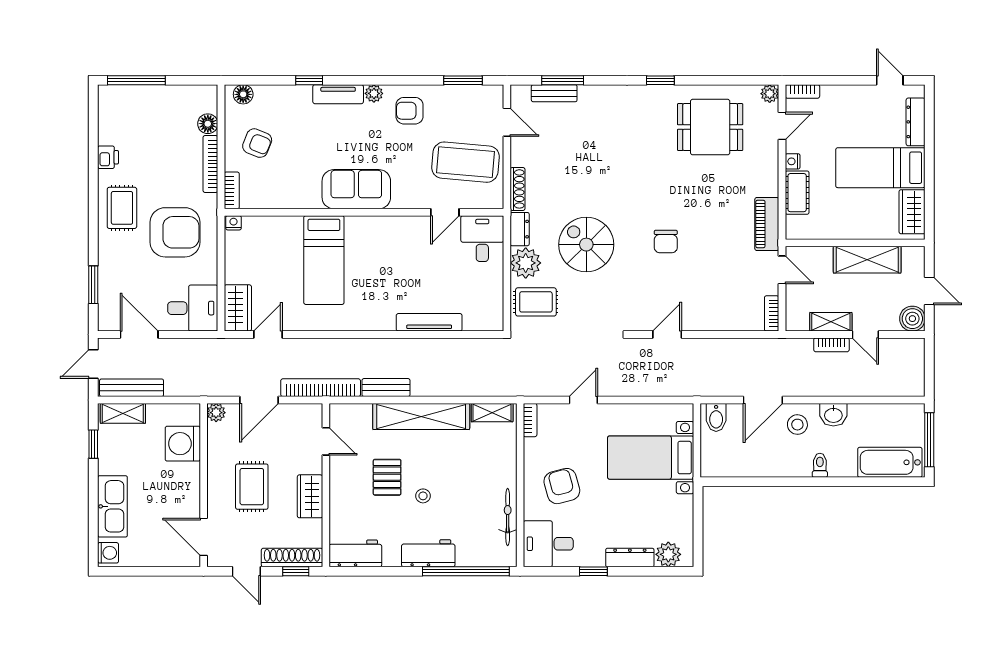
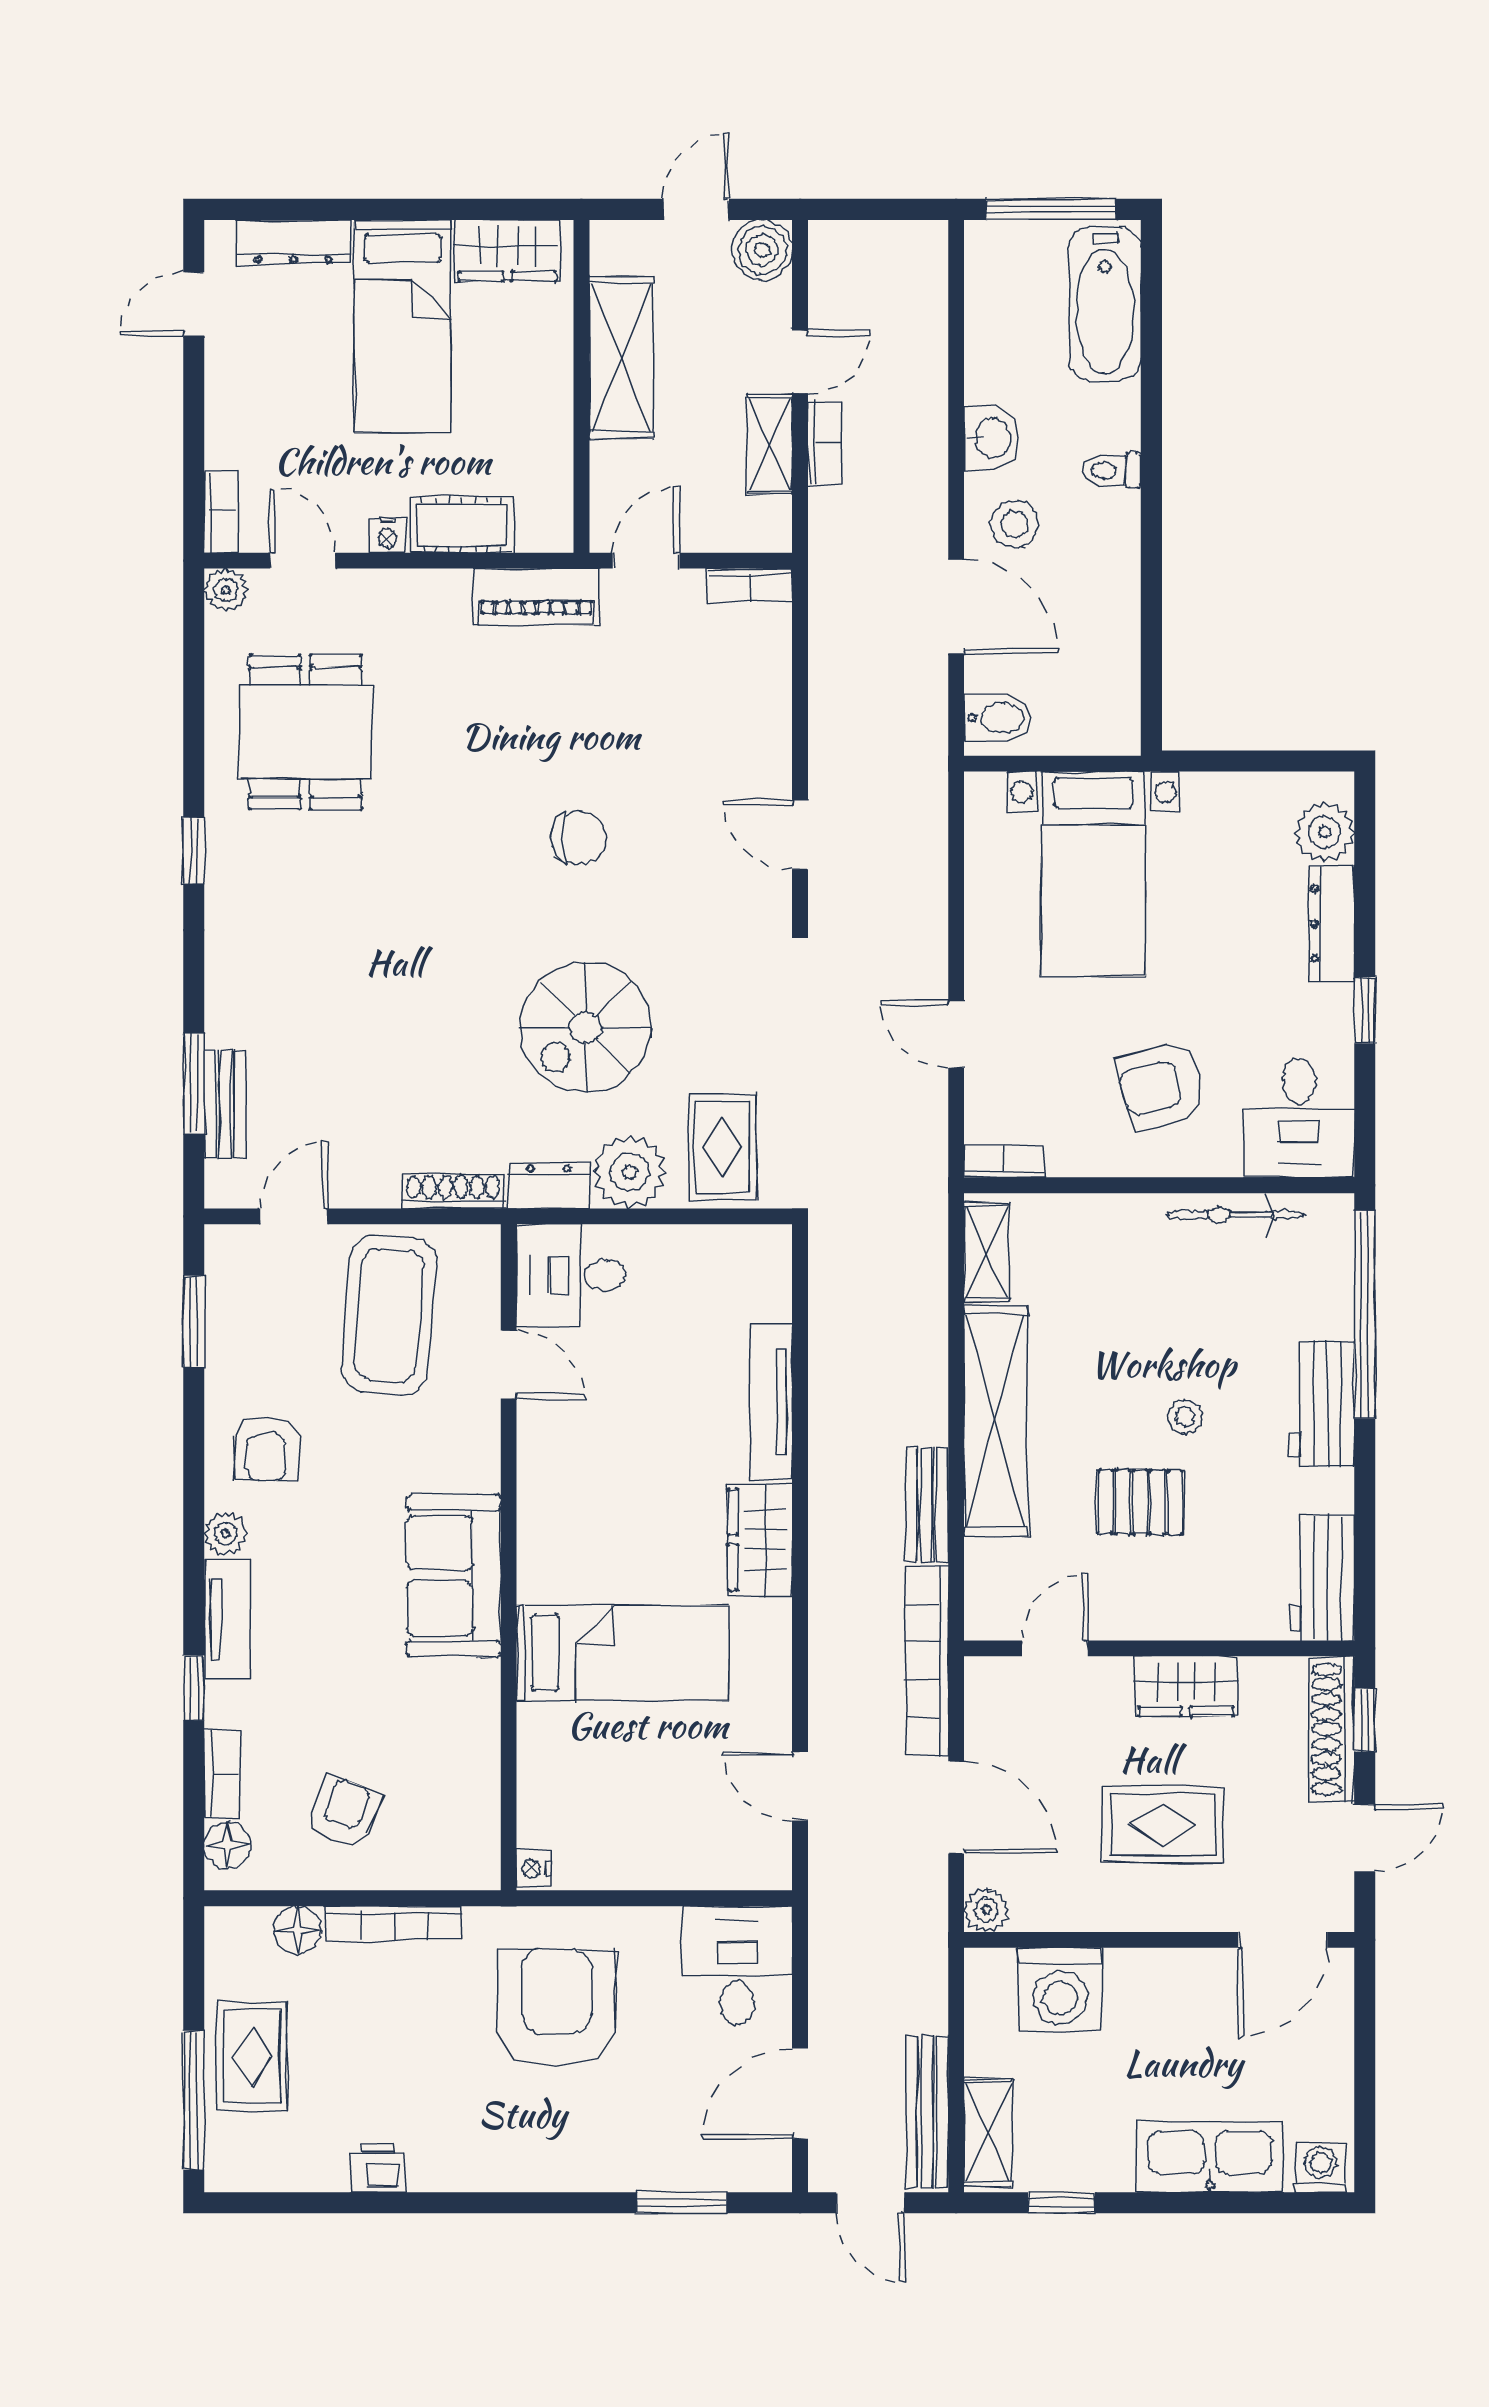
bookcase: (232, 190) -> (222, 1774), moved, turned 90
rug: (122, 208) -> (252, 2057), moved, turned 90
wardrobe: (238, 308) -> (760, 1540), moved, turned -90

